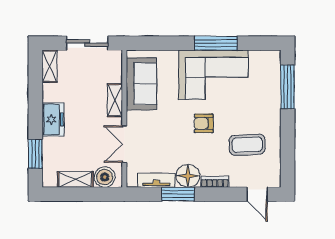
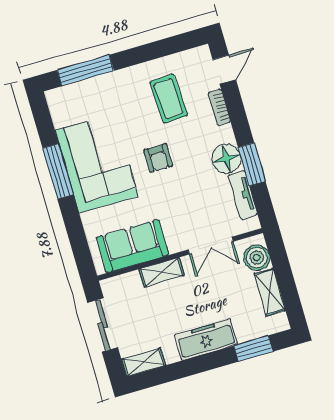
freezer: (53, 120) -> (206, 339), width x1.40
bookcase: (215, 182) -> (219, 107), moved

